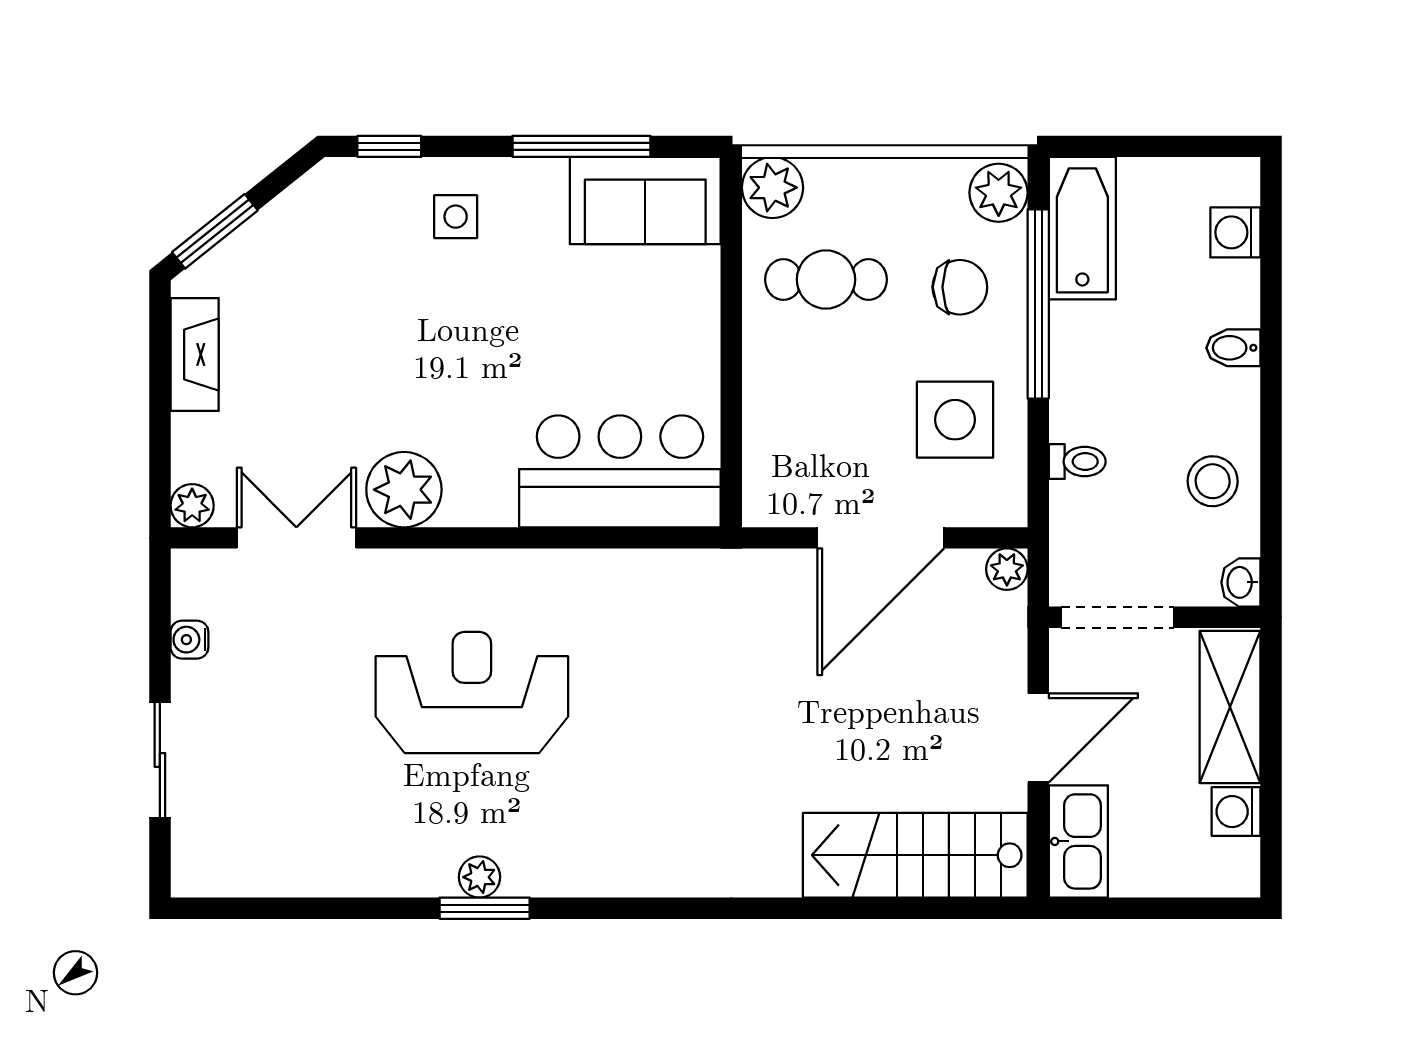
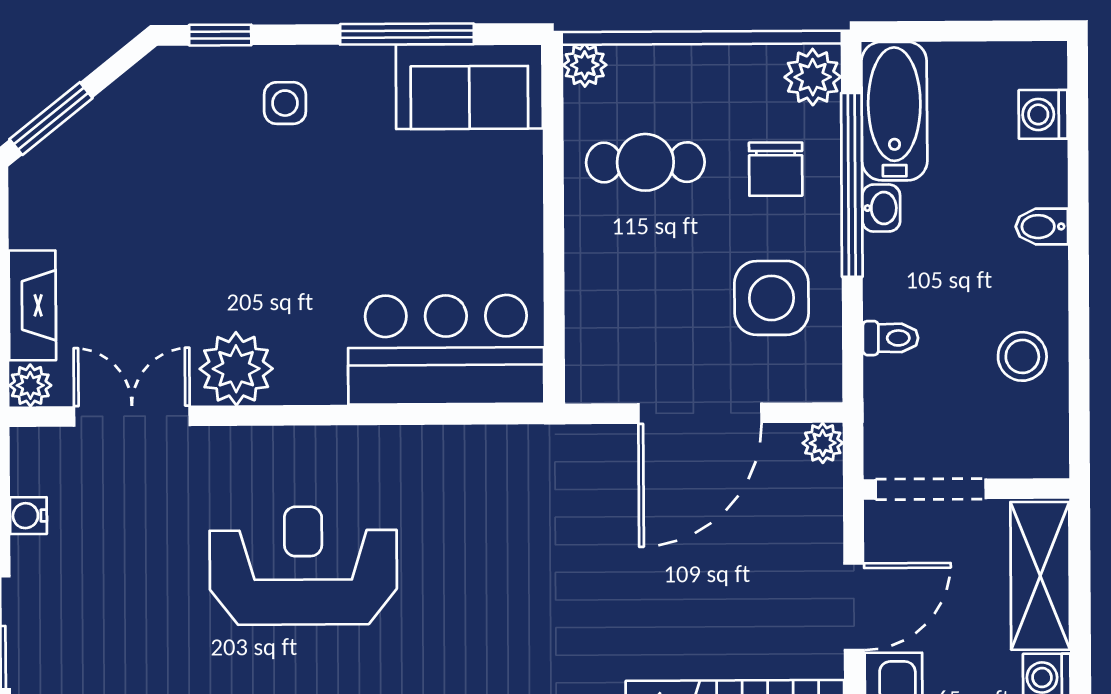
plant: (772, 188) -> (585, 65), width x0.73, depth x0.73
chair: (960, 287) -> (776, 169), turned 90
fireplace: (195, 354) -> (32, 305), moved
washbasin: (1241, 582) -> (881, 208), moved, turned 180

